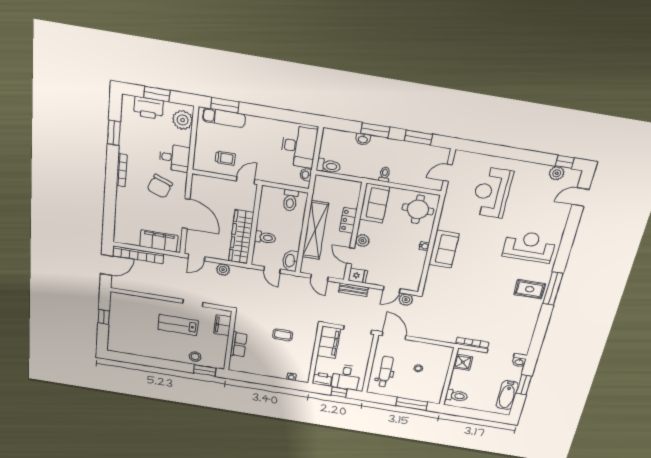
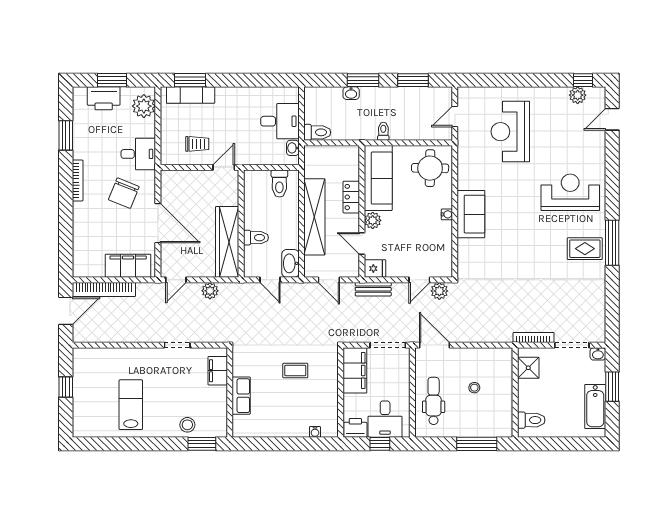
desk: (299, 146) -> (280, 121), width x0.73
sofa: (374, 203) -> (378, 178), width x1.36
lab bench: (178, 325) -> (131, 405), moved, turned 90

